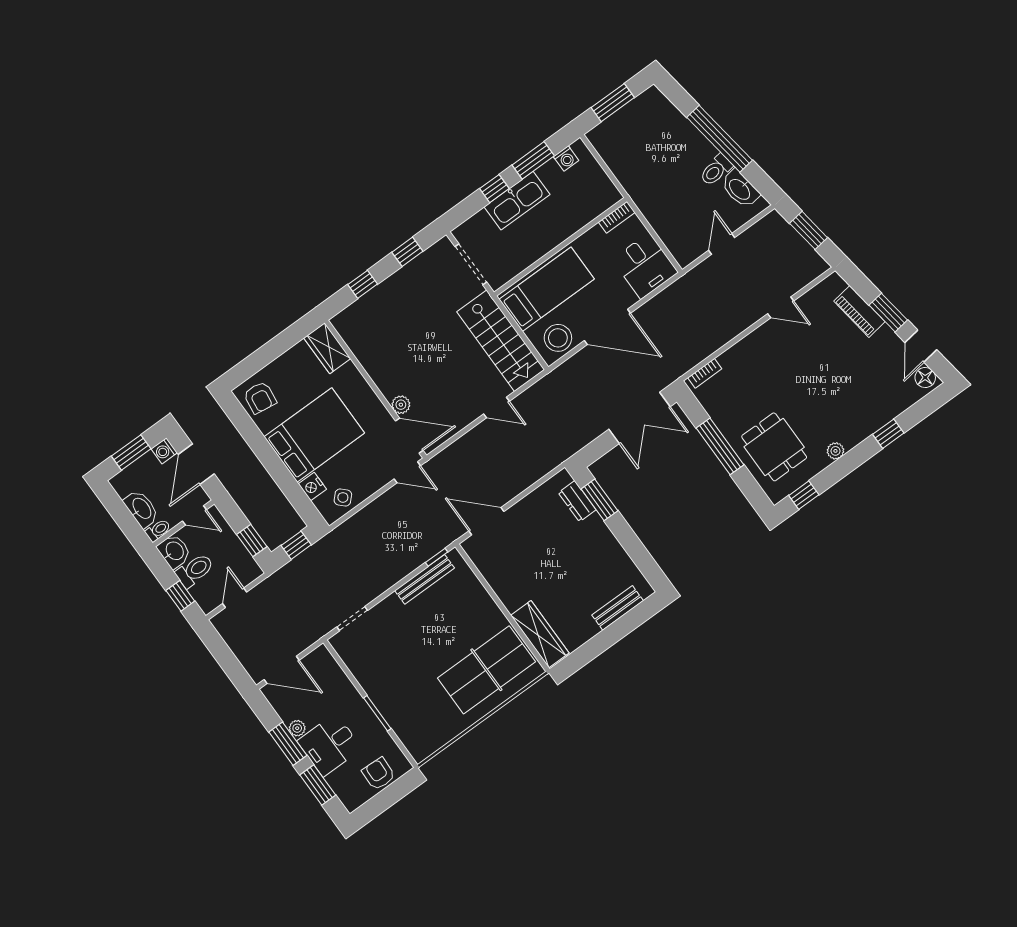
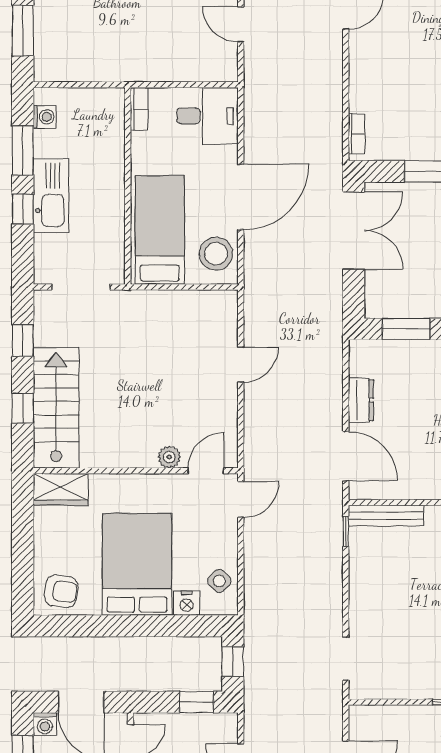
stairs: (501, 341) -> (56, 408), moved, turned -90
door: (409, 436) -> (206, 471), width x0.73
dresser: (577, 501) -> (361, 400), moved, turned -90
door: (486, 521) -> (346, 456), swing flipped
bench: (425, 579) -> (386, 516), moved, turned 90

